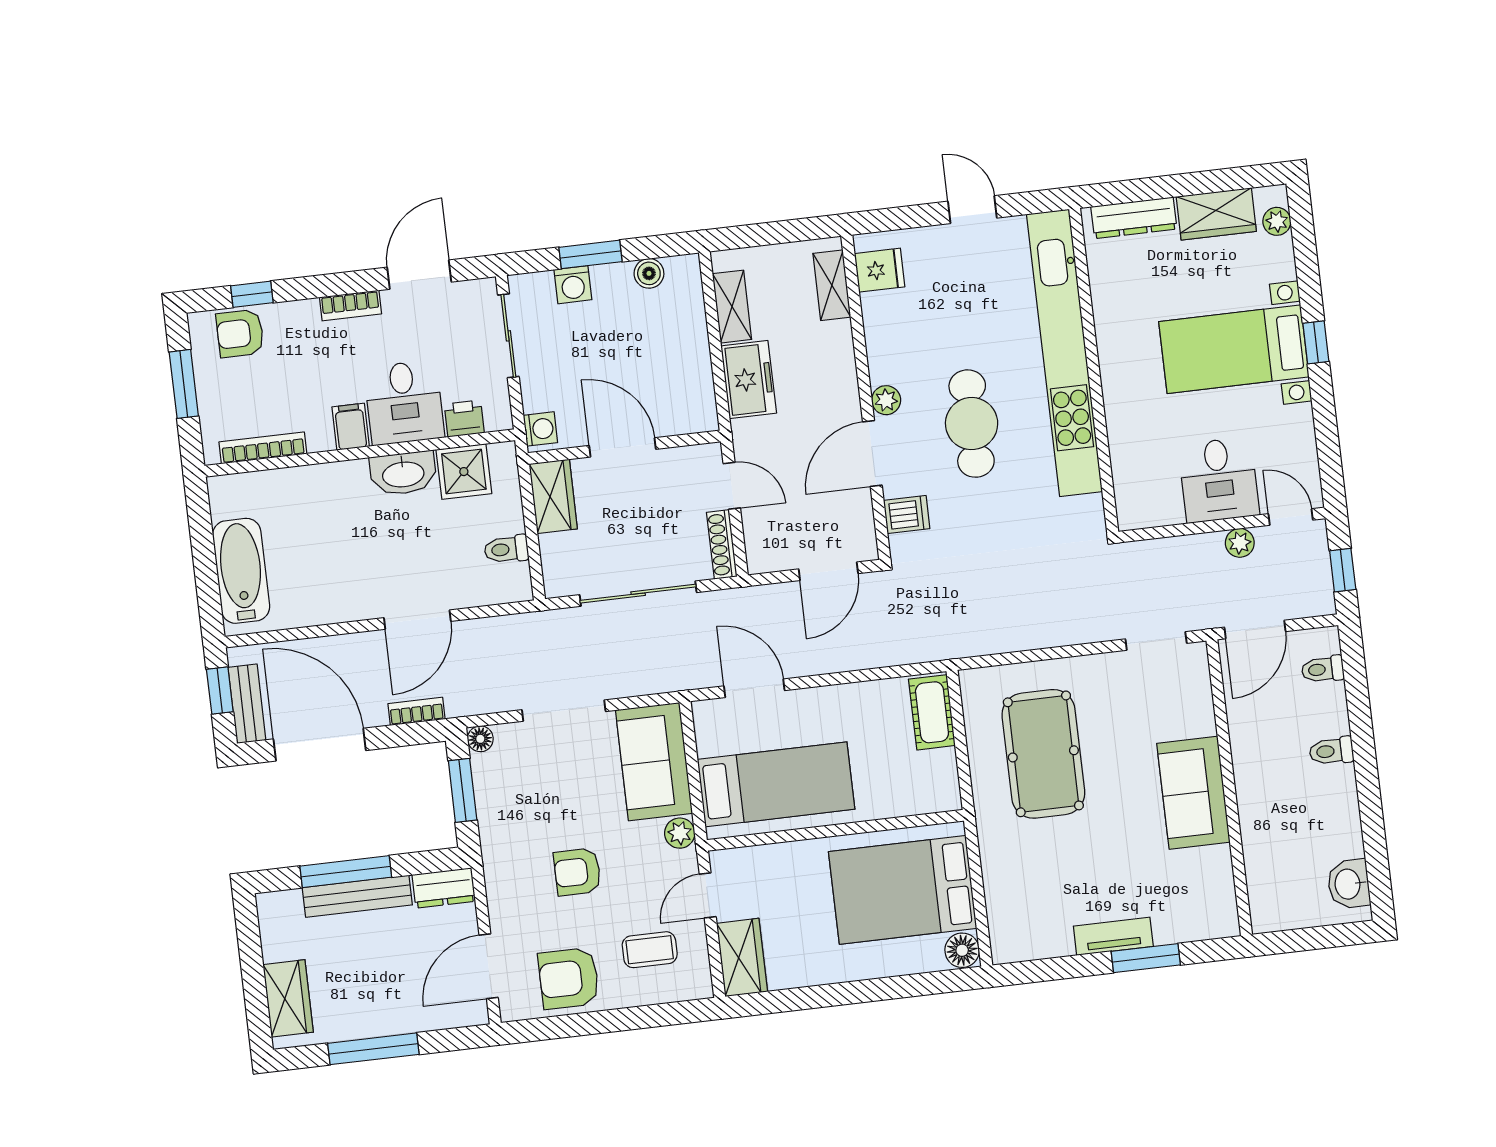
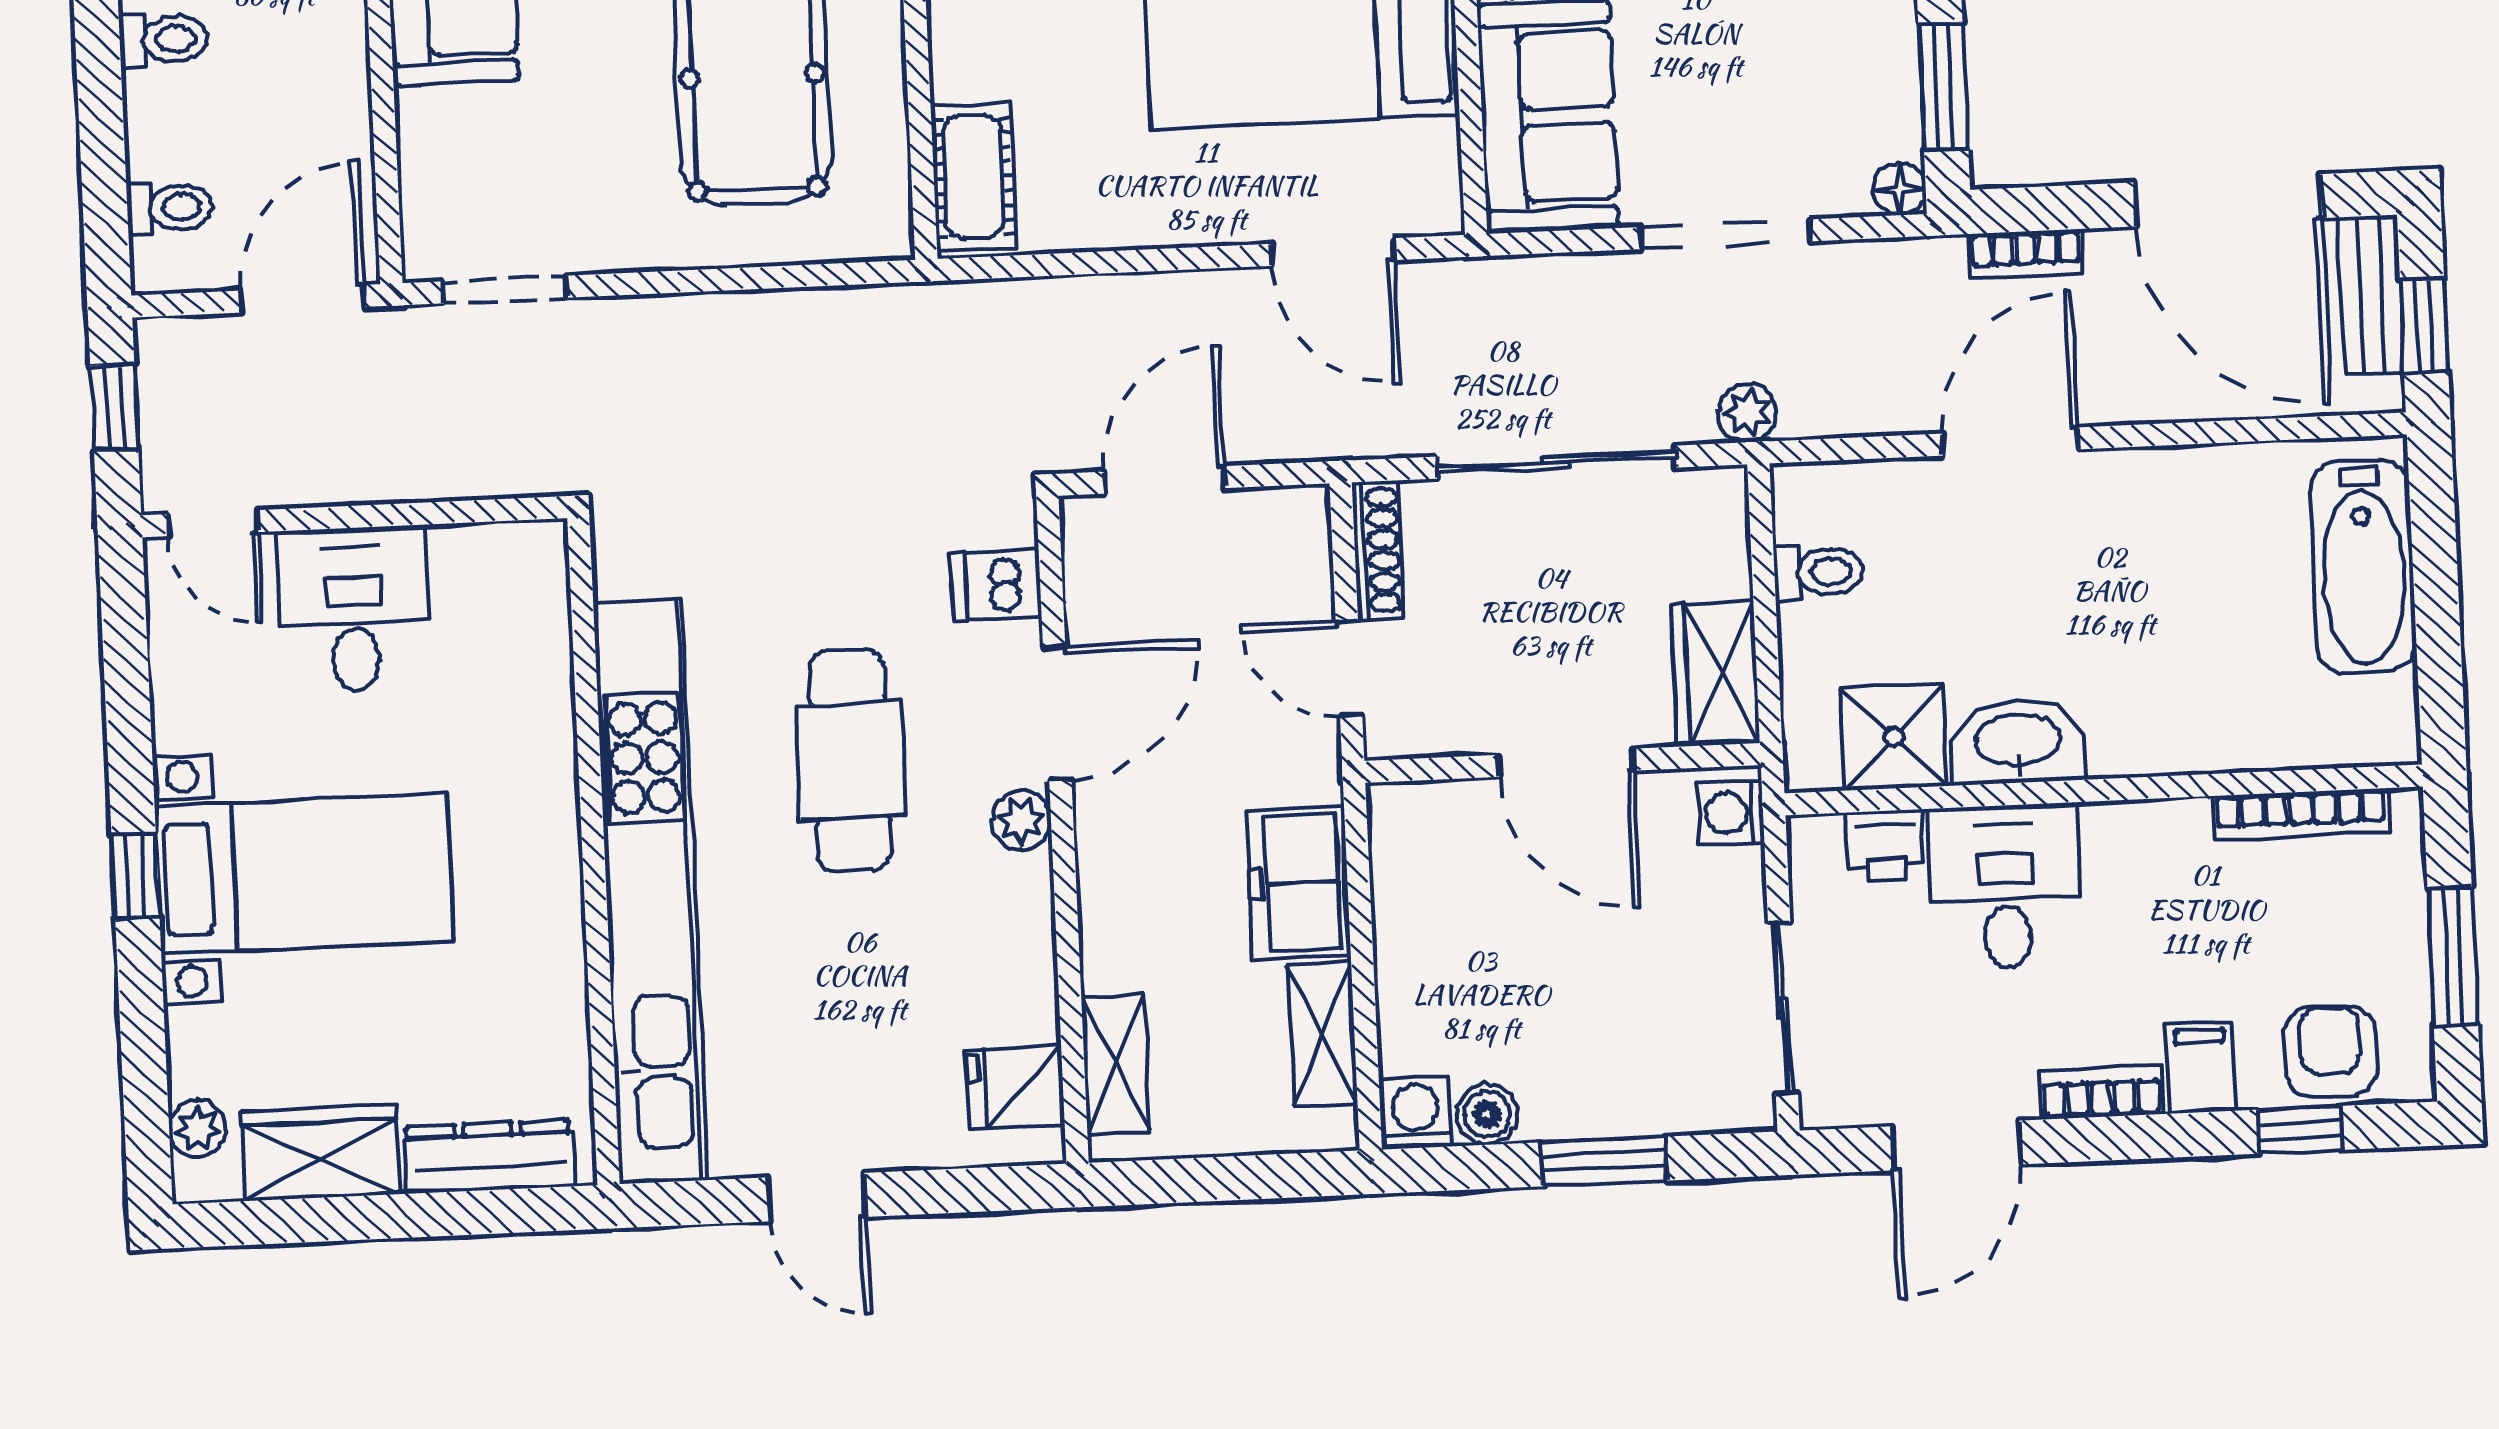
washing machine: (573, 285) -> (1415, 1113), moved
armchair: (240, 333) -> (2331, 1052), turned -90
filing cabinet: (351, 427) -> (2201, 1068), moved, turned 180
plant: (1240, 543) -> (1747, 413), moved

